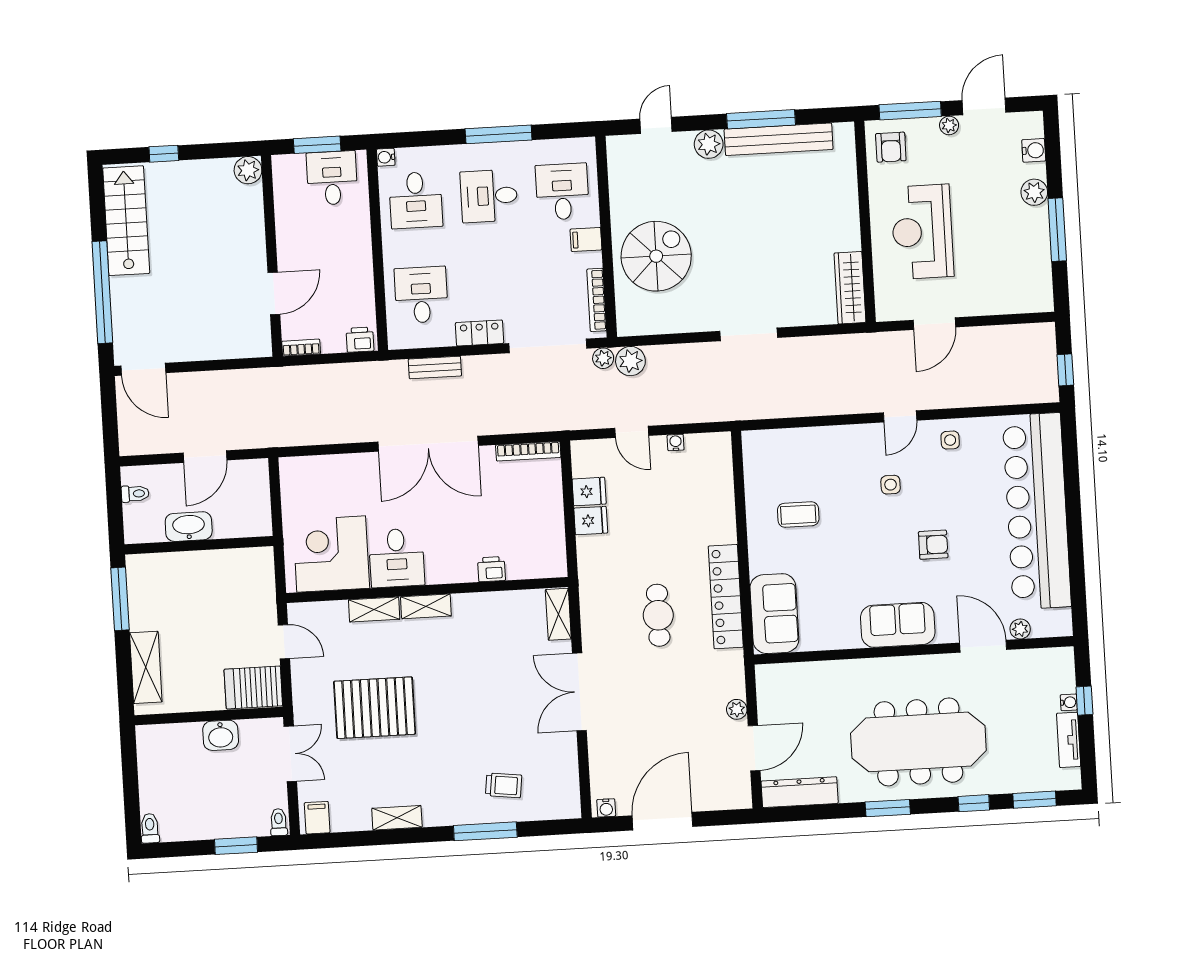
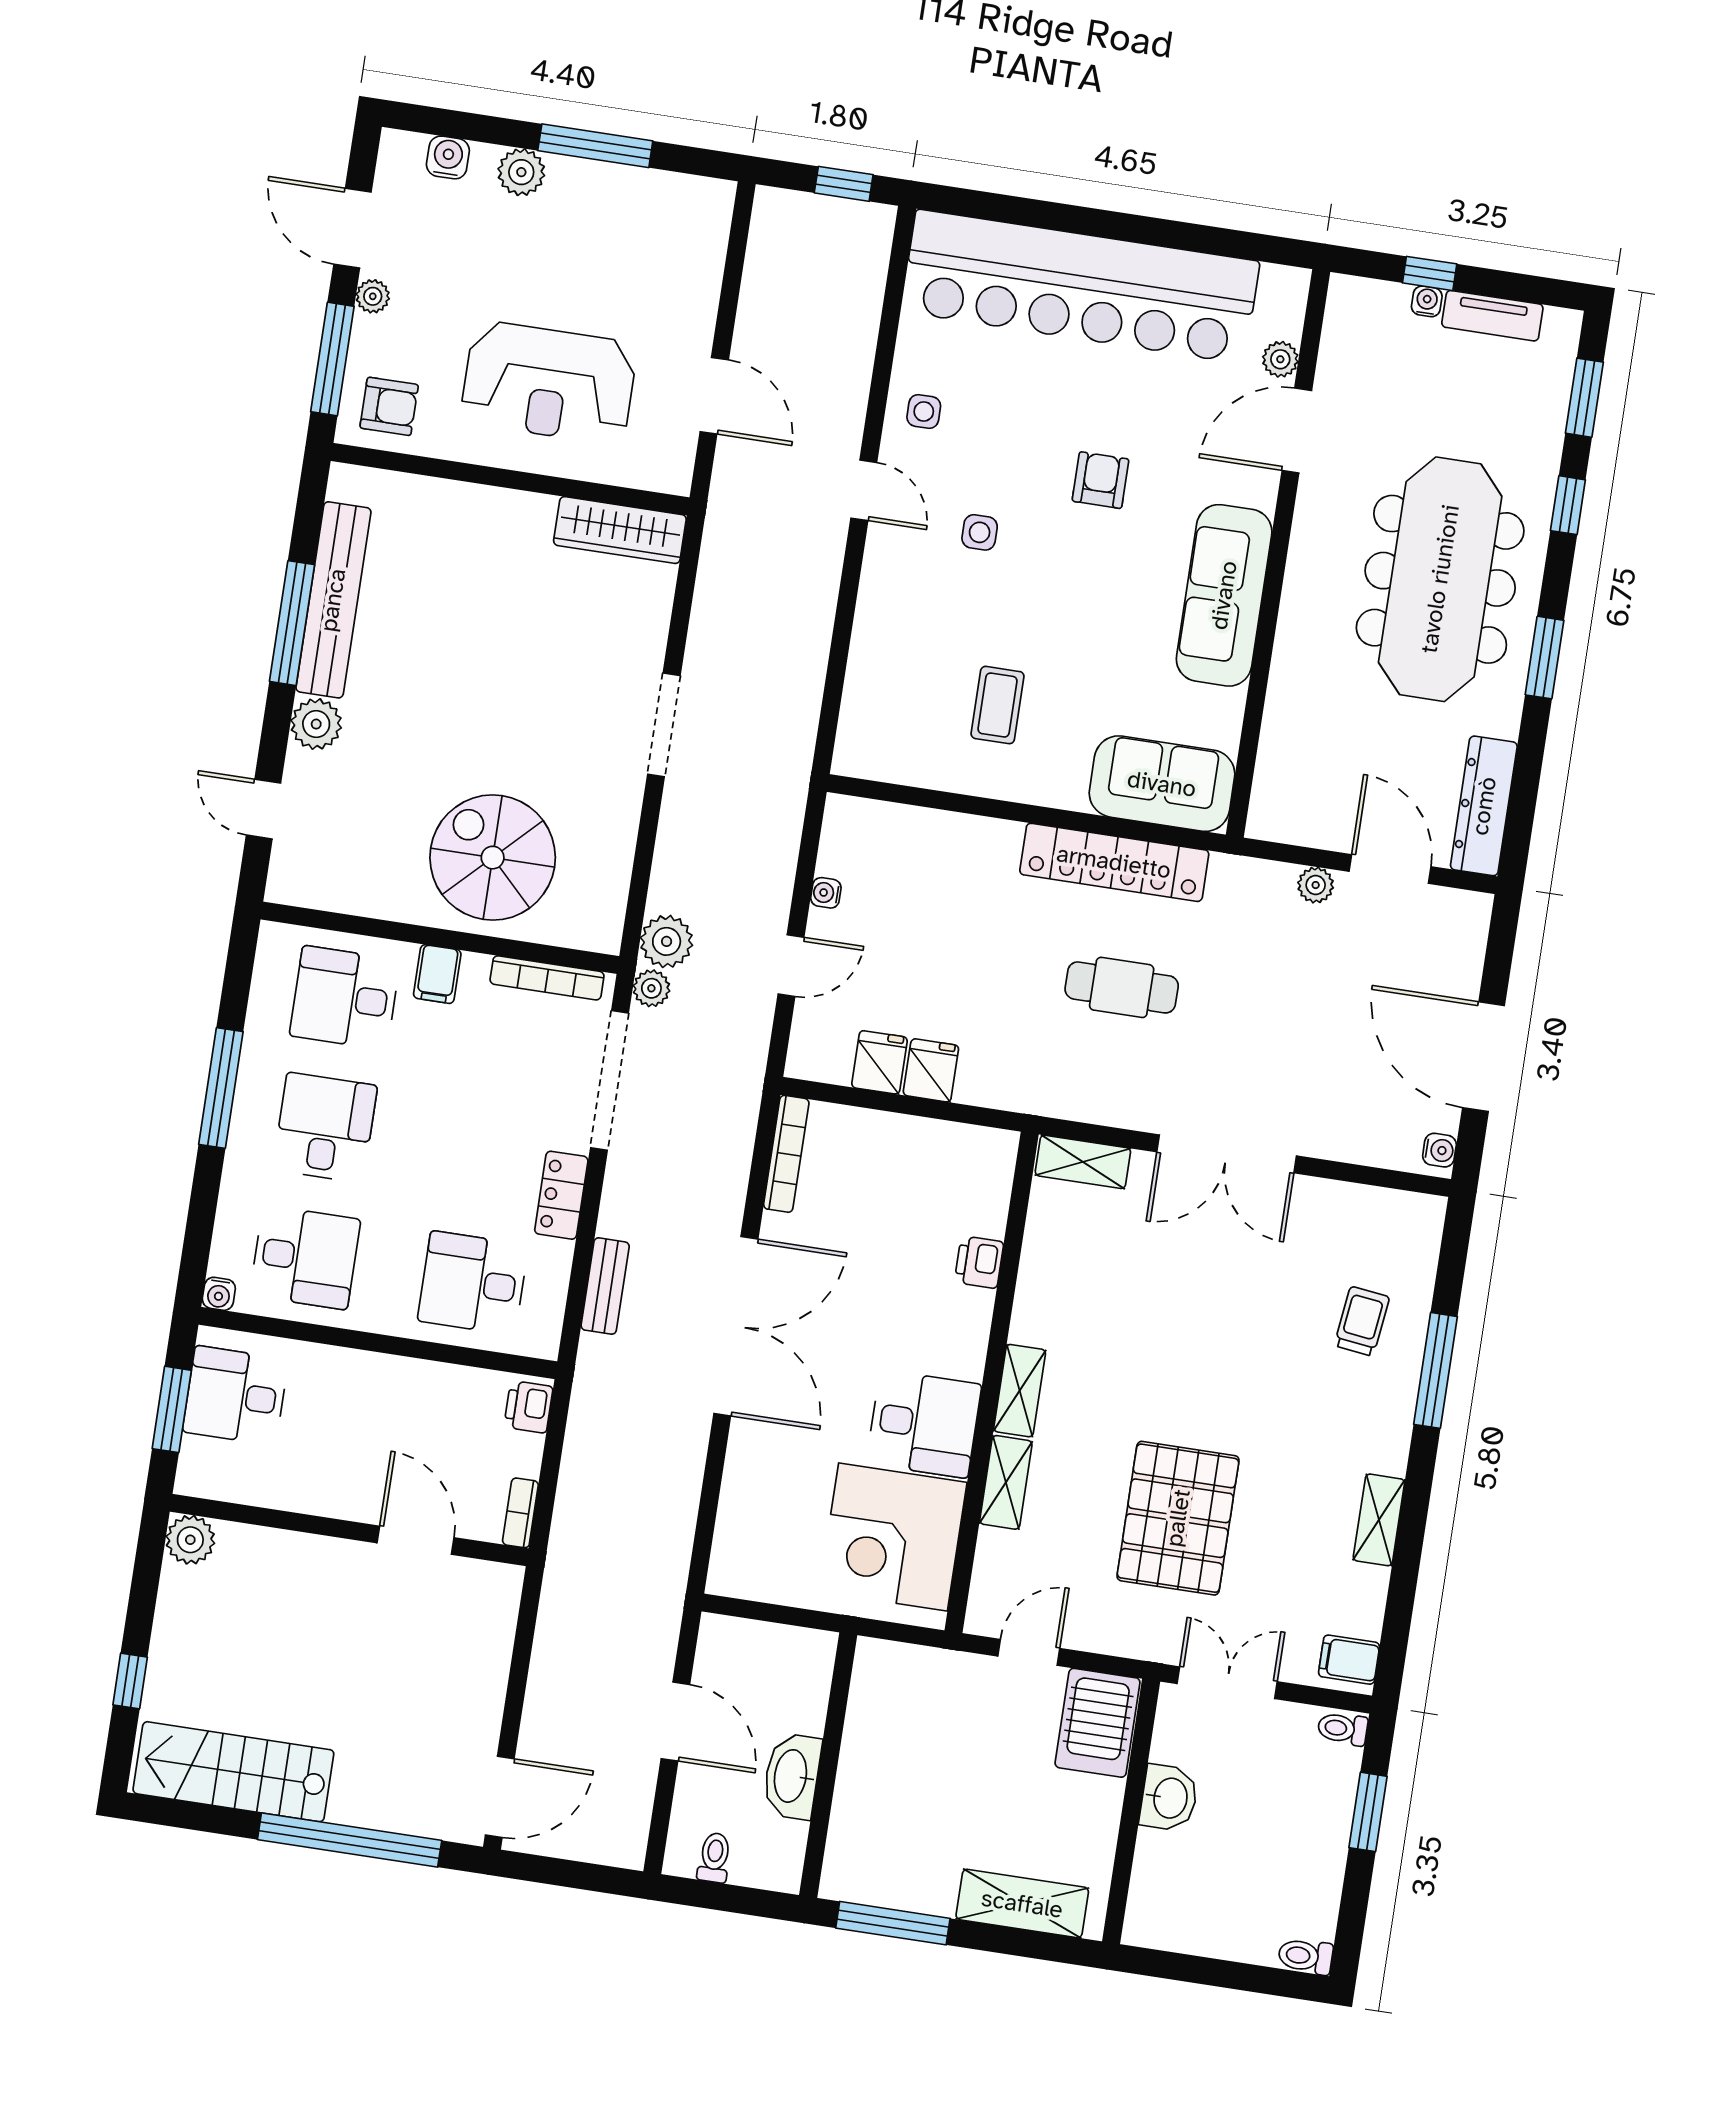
desk: (489, 196) -> (325, 1128), turned 180
sofa: (898, 625) -> (1224, 595), width x1.36

